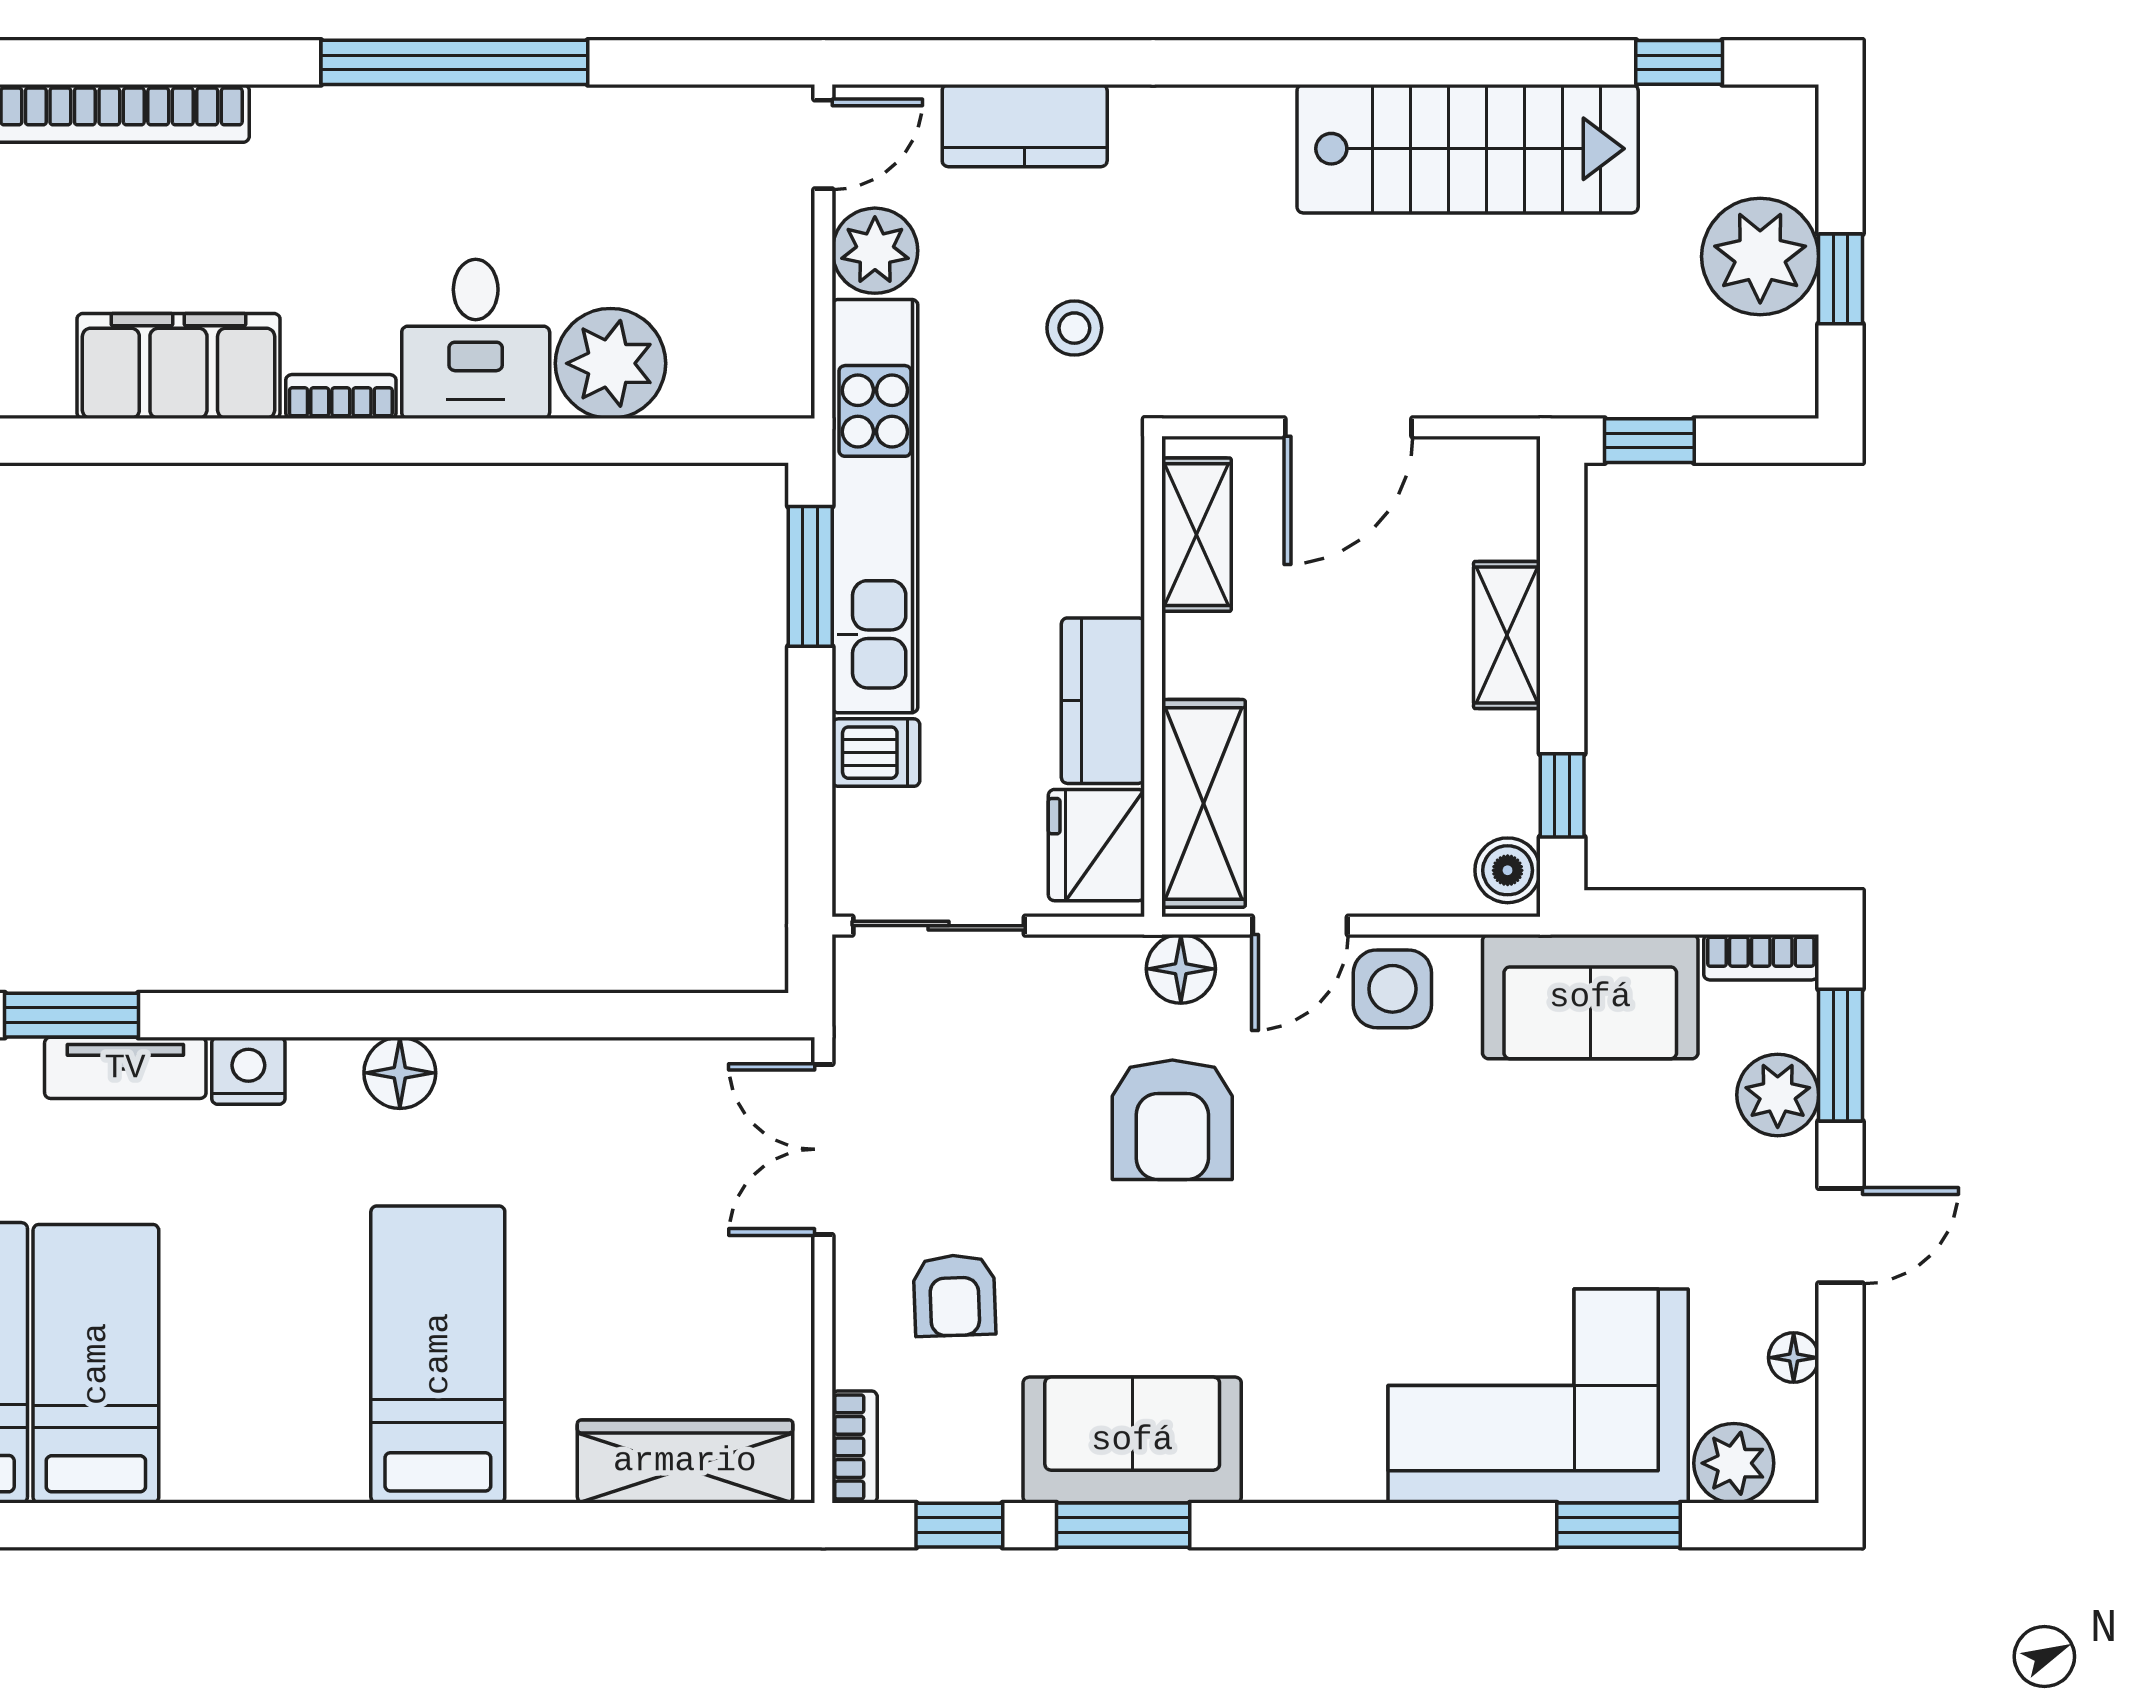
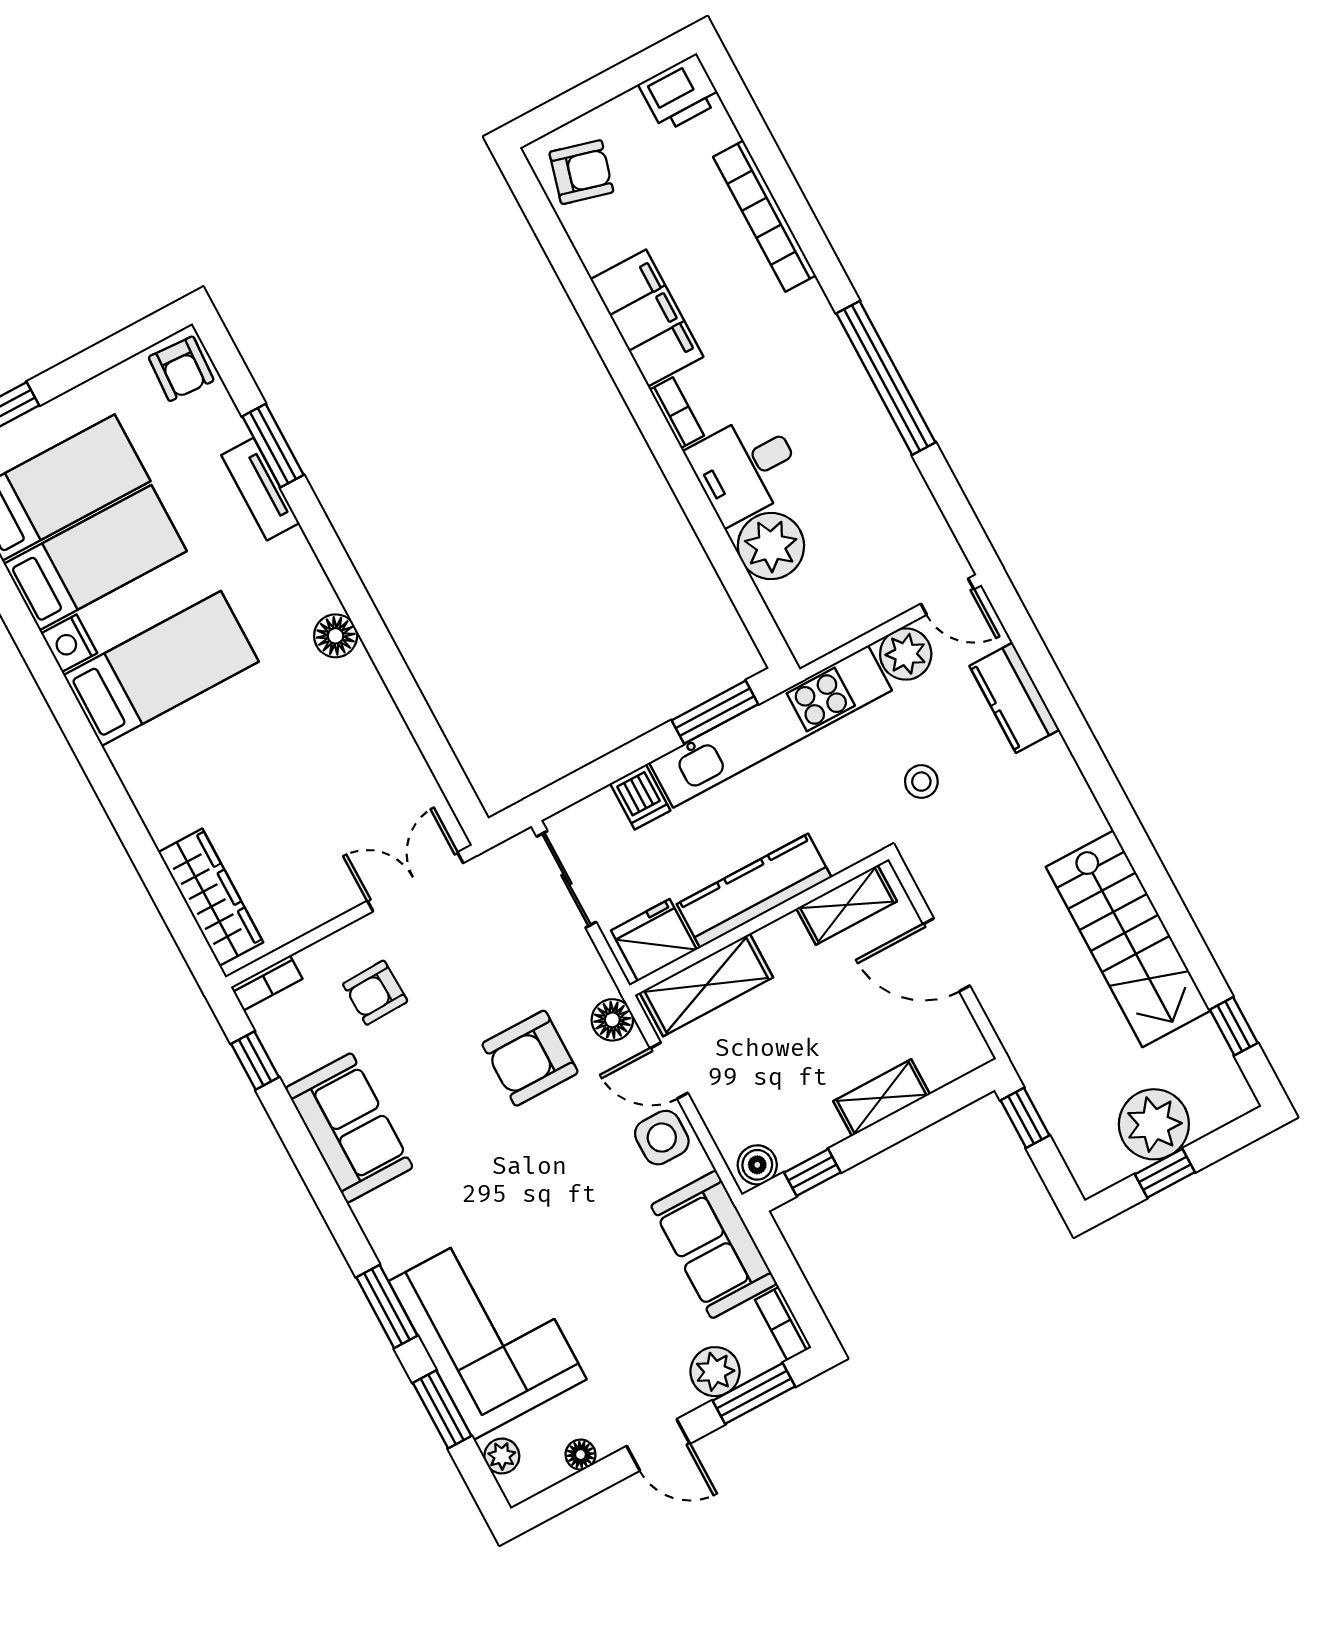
kitchen counter: (1103, 701) -> (754, 891), width x1.50
nightstand: (248, 1071) -> (69, 643), moved, turned 180
bed: (438, 1354) -> (161, 668), moved
plant: (1734, 1463) -> (502, 1456), width x0.73, depth x0.73
window: (1123, 1525) -> (387, 1306), moved

